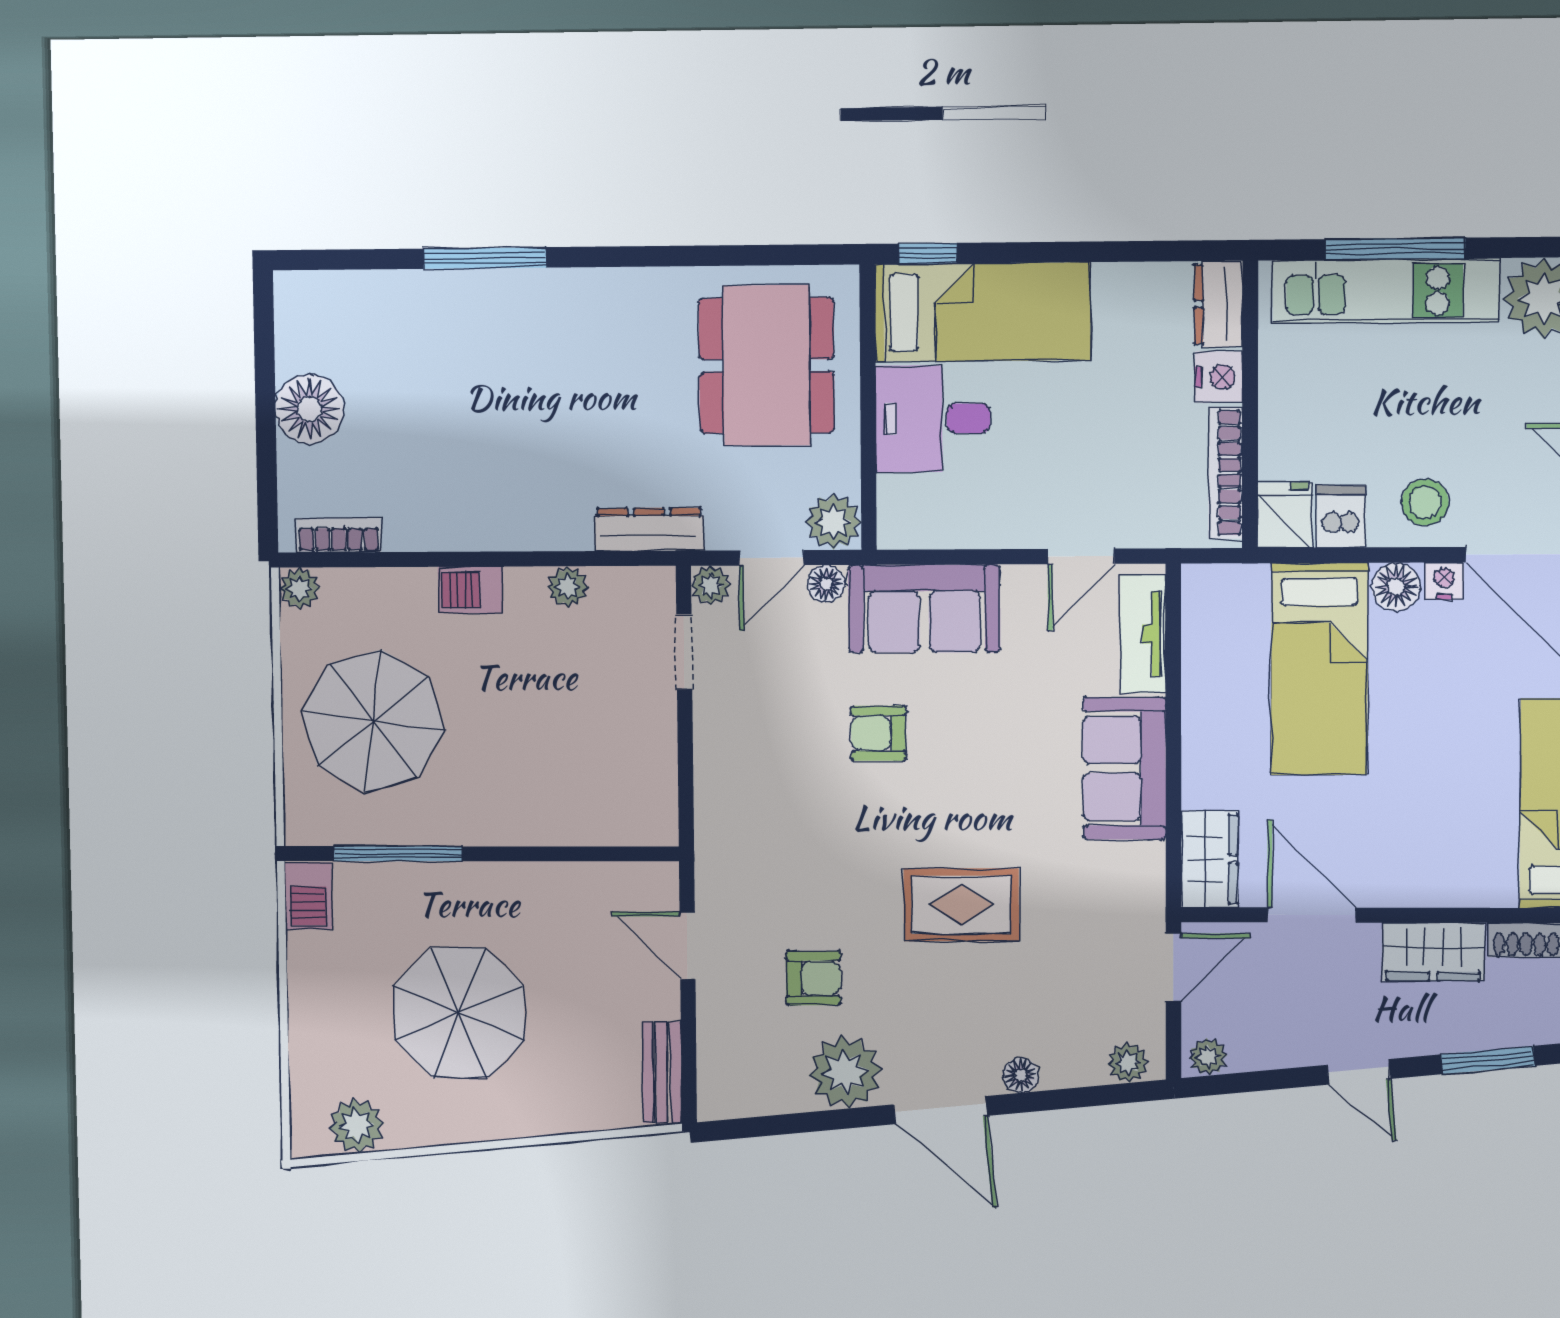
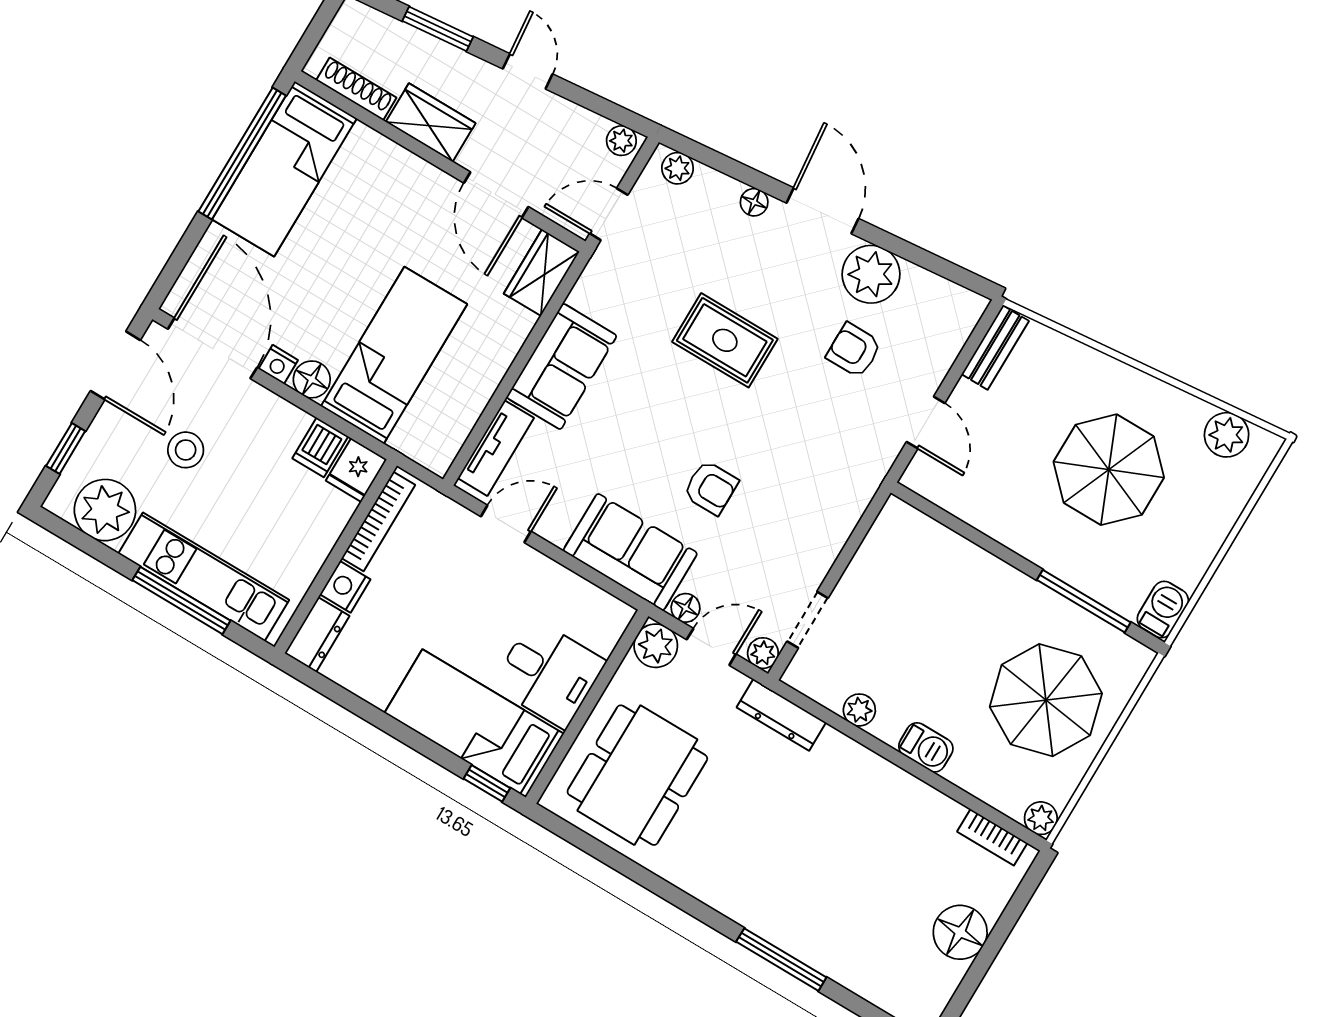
stool: (1425, 502) -> (186, 450), moved

